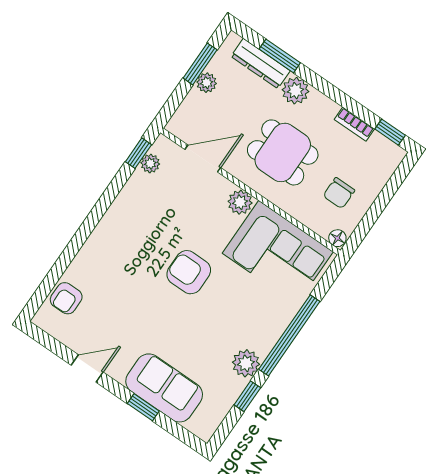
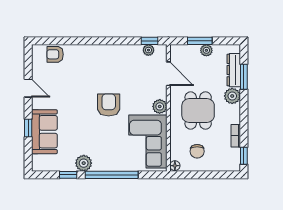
window: (200, 64) -> (200, 41), moved
chair: (339, 193) -> (197, 151), turned -90

